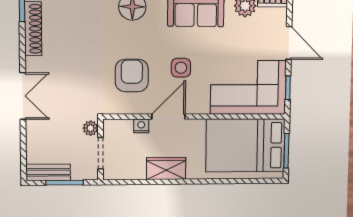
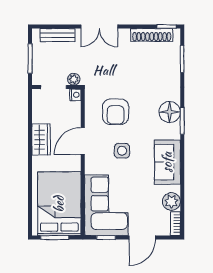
armchair: (132, 76) -> (116, 112), turned 90
door: (168, 117) -> (83, 141), swing flipped
nightstand: (141, 126) -> (75, 95), moved
bench: (48, 172) -> (58, 35), moved, turned 90

